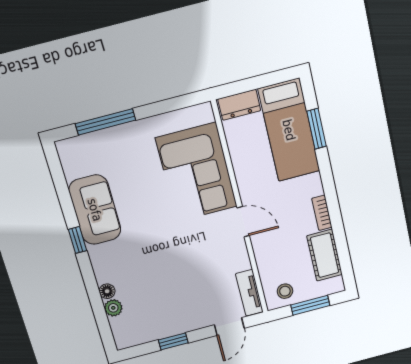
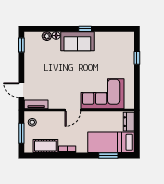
window: (105, 122) -> (137, 58), width x0.46
sofa: (95, 210) -> (77, 41), moved
window: (173, 341) -> (21, 45), moved

